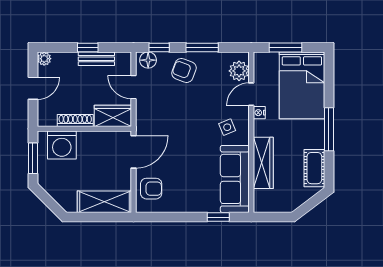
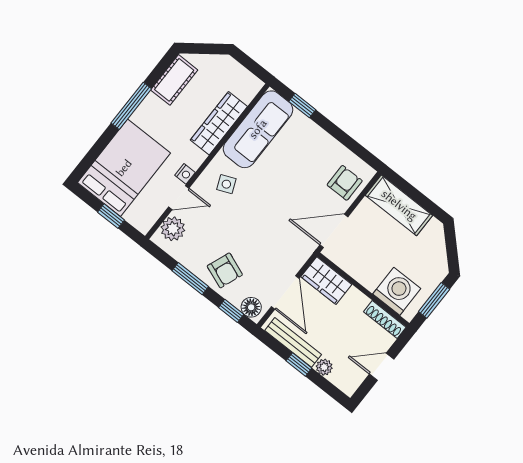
window: (286, 47) -> (111, 216), width x0.67
plant: (44, 59) -> (324, 367), moved
bench: (96, 59) -> (293, 342), width x1.36
door: (134, 87) -> (285, 292), width x1.38
shoe rack: (75, 121) -> (385, 319), moved
armchair: (151, 189) -> (345, 183), turned 90

